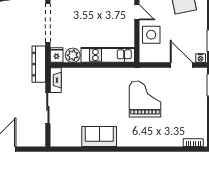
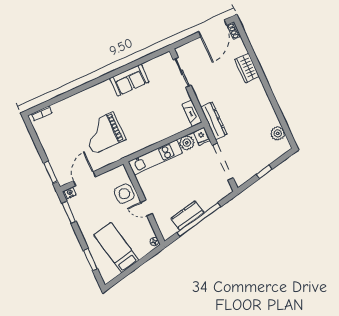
door: (181, 65) -> (84, 179), swing flipped
grand piano: (145, 99) -> (103, 133), turned 90
sliding door: (48, 108) -> (182, 72), moved

